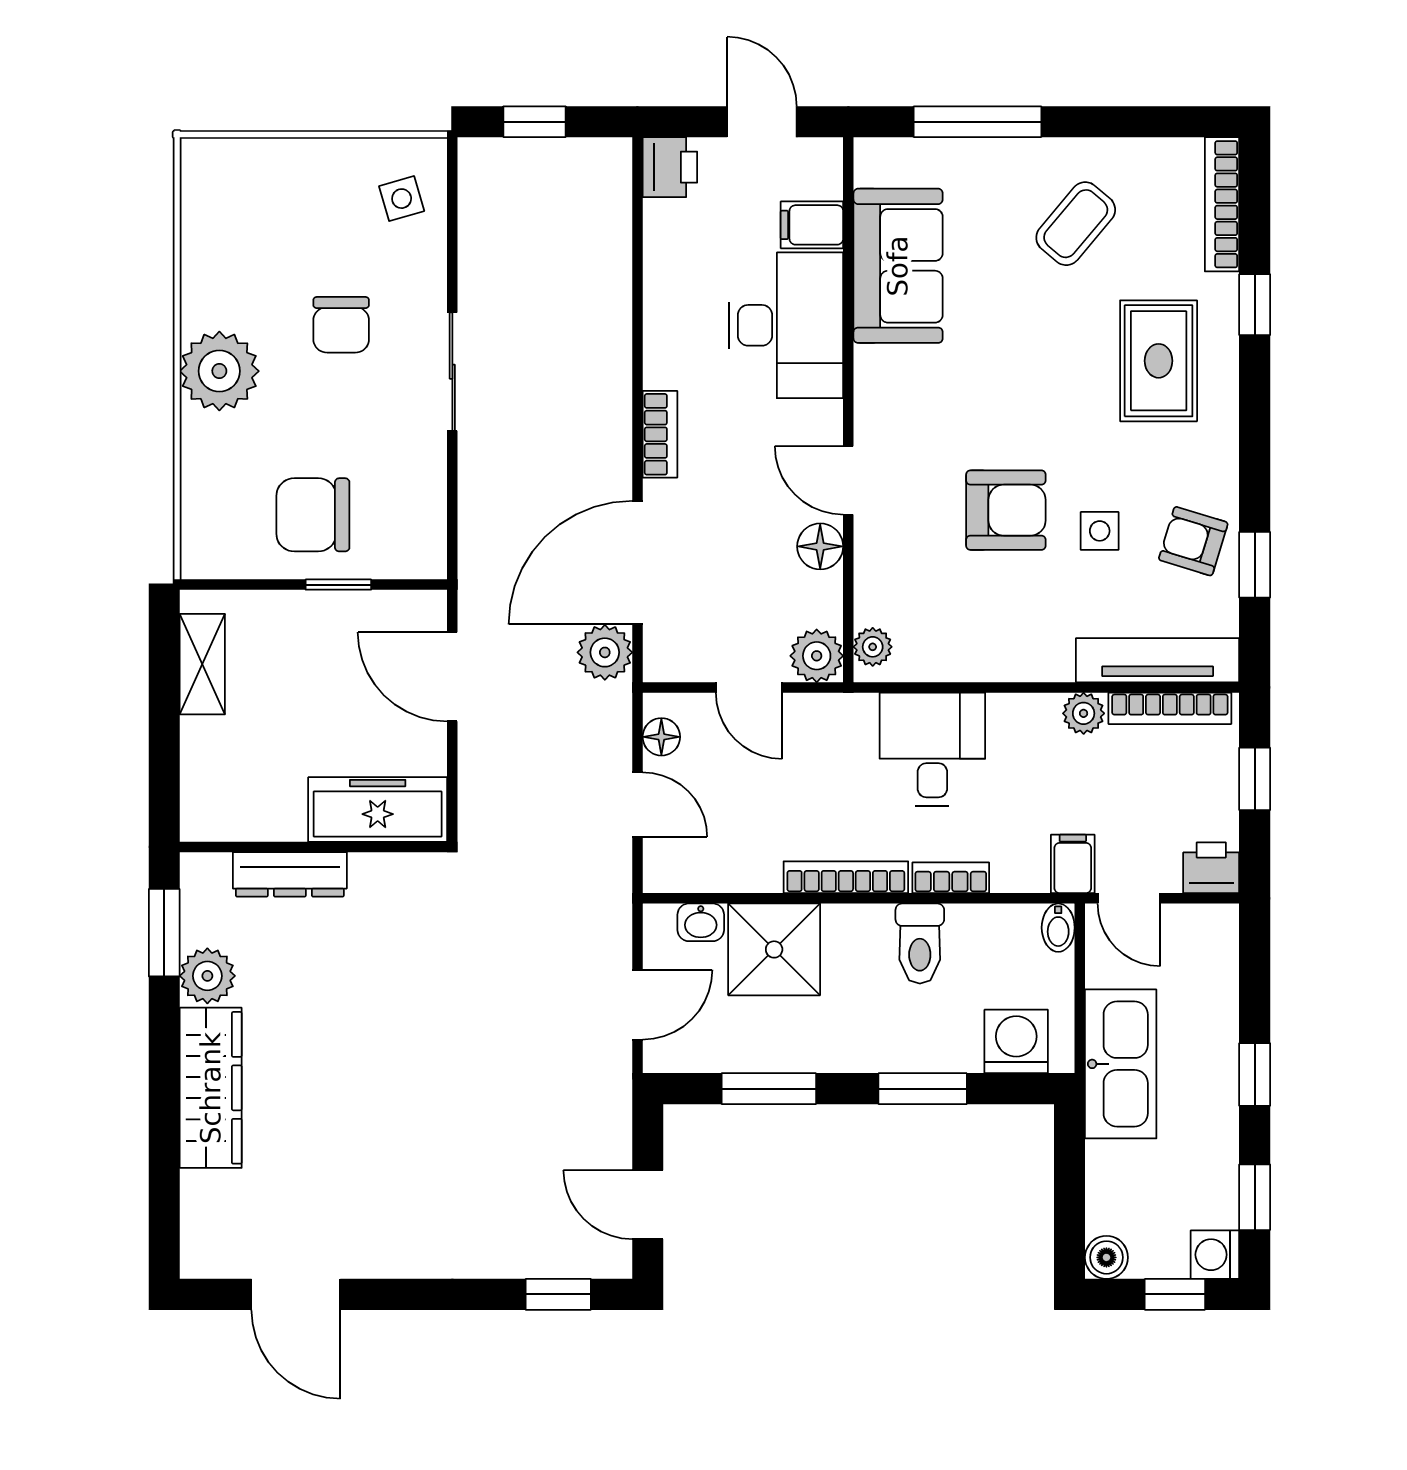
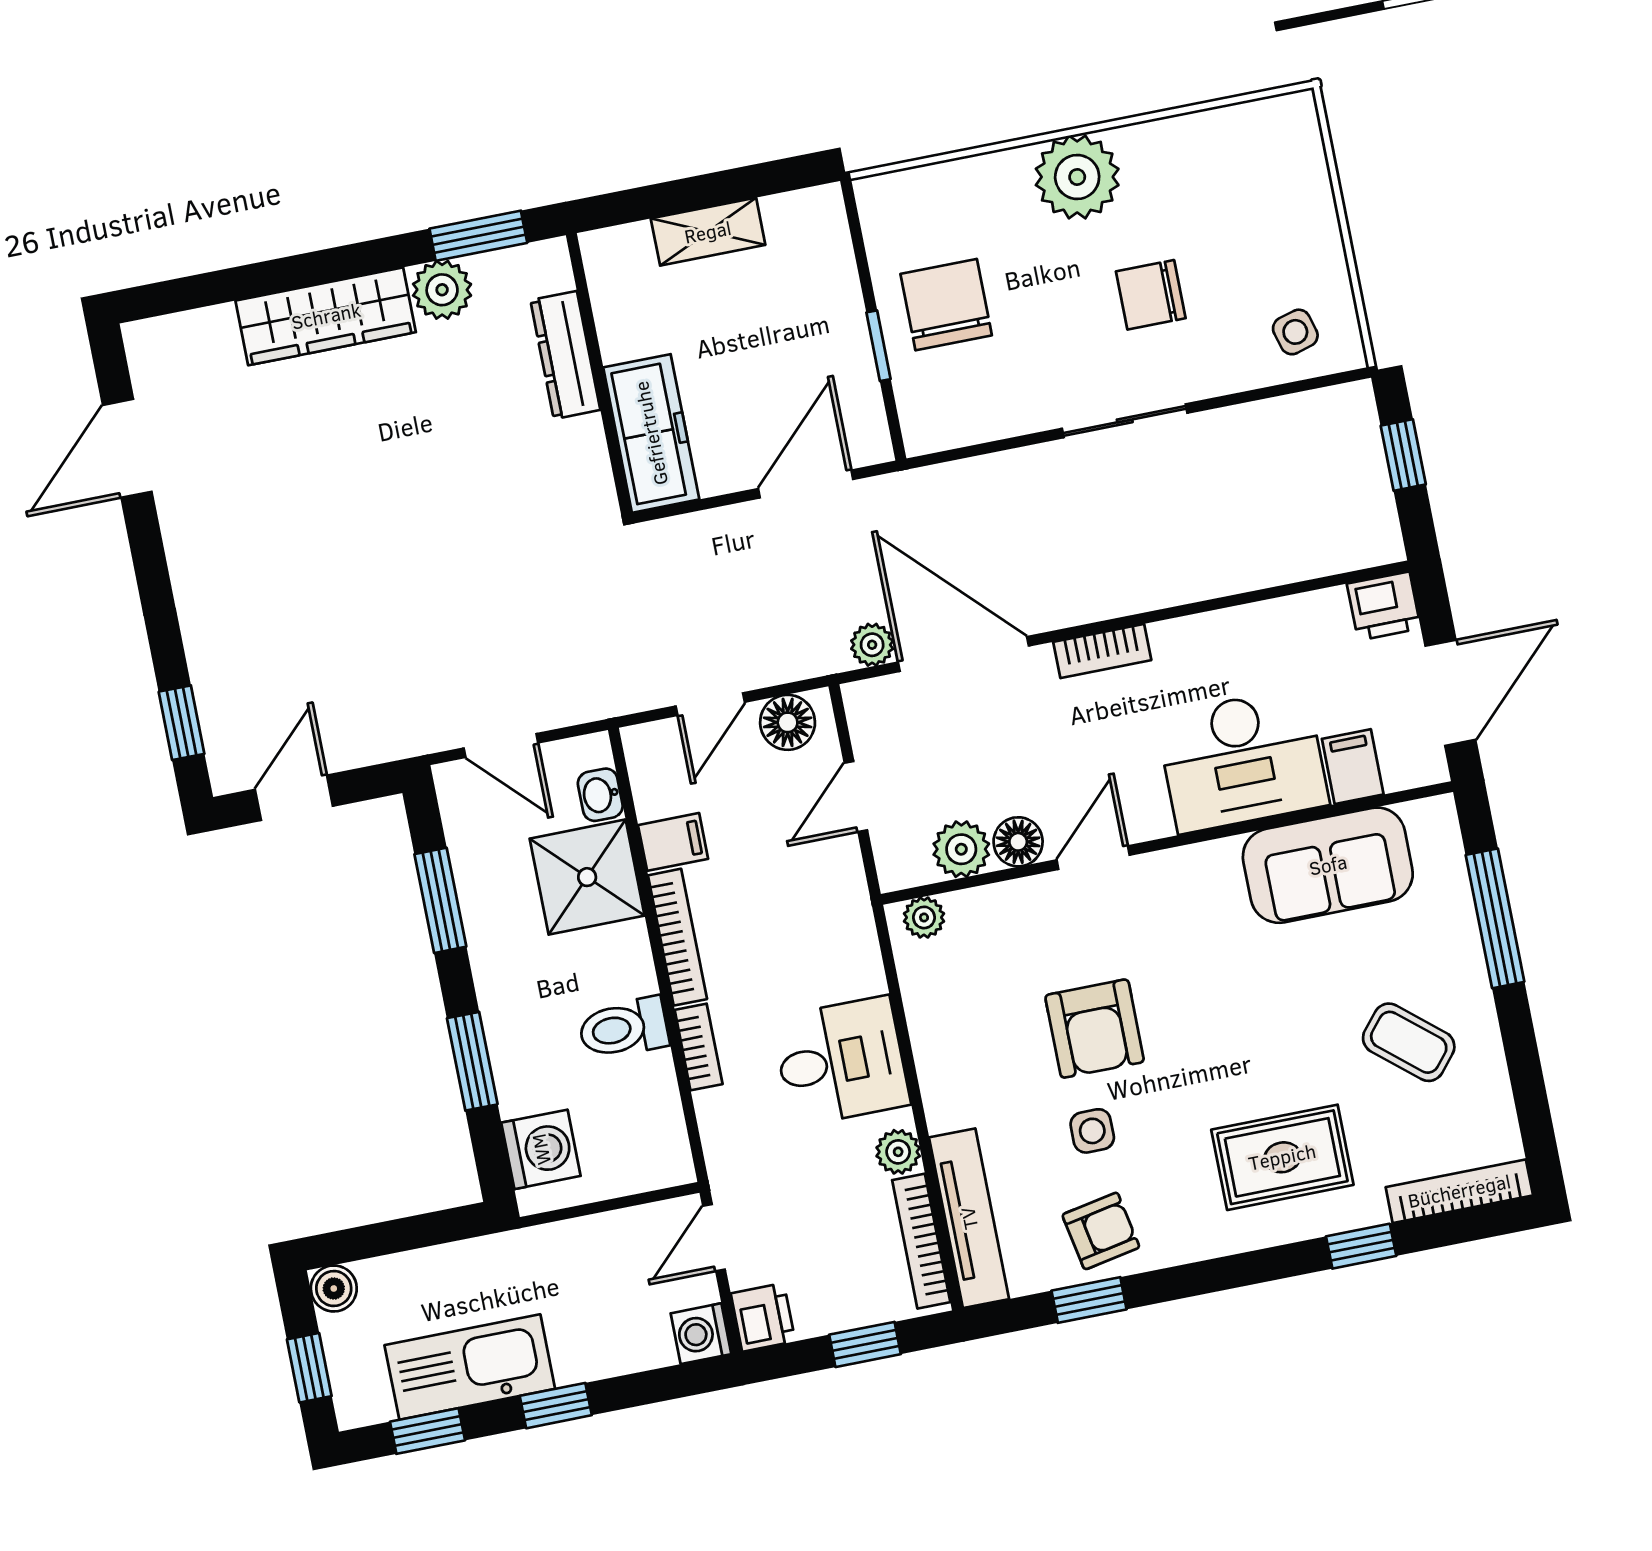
door: (762, 122) -> (1450, 693), width x1.38
armchair: (1193, 541) -> (1101, 1231), turned 62
plant: (605, 652) -> (872, 645), width x0.73, depth x0.73
plant: (817, 656) -> (961, 849), moved
shelving: (202, 664) -> (708, 232), moved
floor lamp: (661, 737) -> (788, 722), width x1.37, depth x1.37
desk: (932, 750) -> (841, 1061), moved
filing cabinet: (1073, 864) -> (673, 842), moved
bidet: (1058, 928) -> (669, 1170), removed
kitchen sink: (1121, 1064) -> (470, 1367), moved, turned 180
washing machine: (1215, 1255) -> (701, 1334), moved, turned -90

